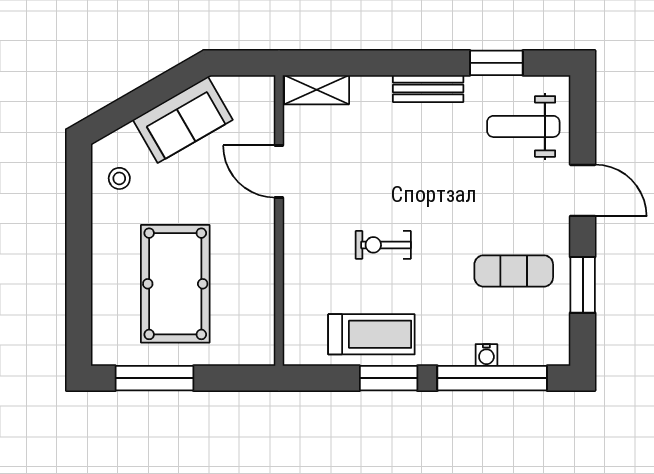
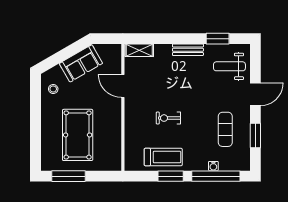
door: (583, 190) -> (255, 94), hinge flipped
exercise mat: (514, 271) -> (225, 129), turned 90

